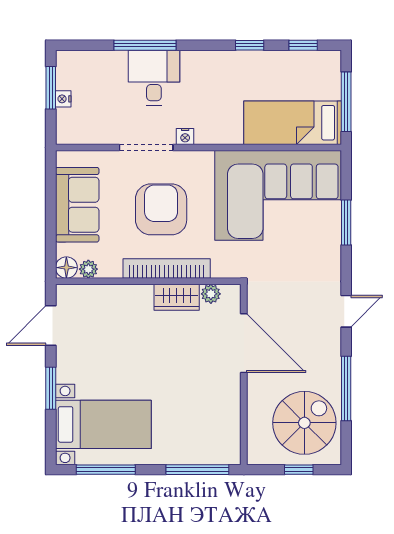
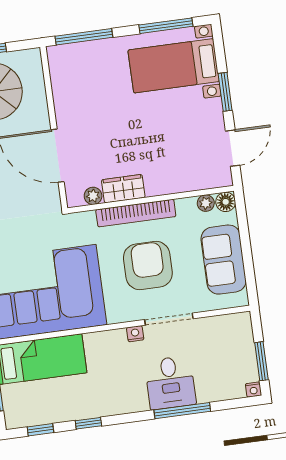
nightstand: (63, 99) -> (253, 390), moved, turned 90
armchair: (161, 209) -> (148, 266), turned 180

